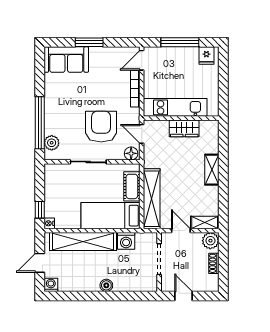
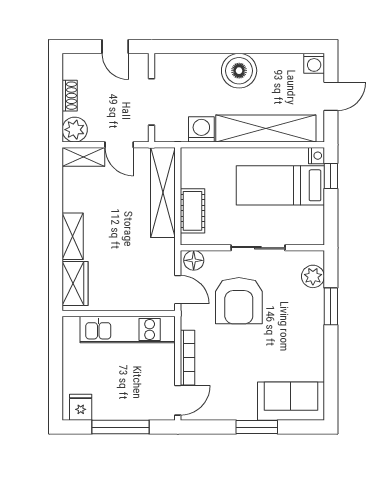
window: (40, 123) -> (331, 306), width x0.47
wardrobe: (184, 128) -> (75, 283), moved, turned 90
bed: (111, 216) -> (280, 185), moved, turned 180
boiler: (106, 285) -> (239, 71), width x1.86, depth x1.86

